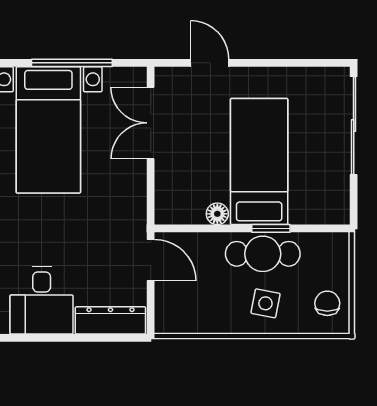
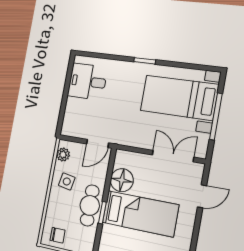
floor lamp: (217, 214) -> (122, 180), width x1.89, depth x1.89
side table: (265, 303) -> (67, 181), moved
dresser: (110, 320) -> (70, 117), removed
plant: (181, 321) -> (63, 155), added

